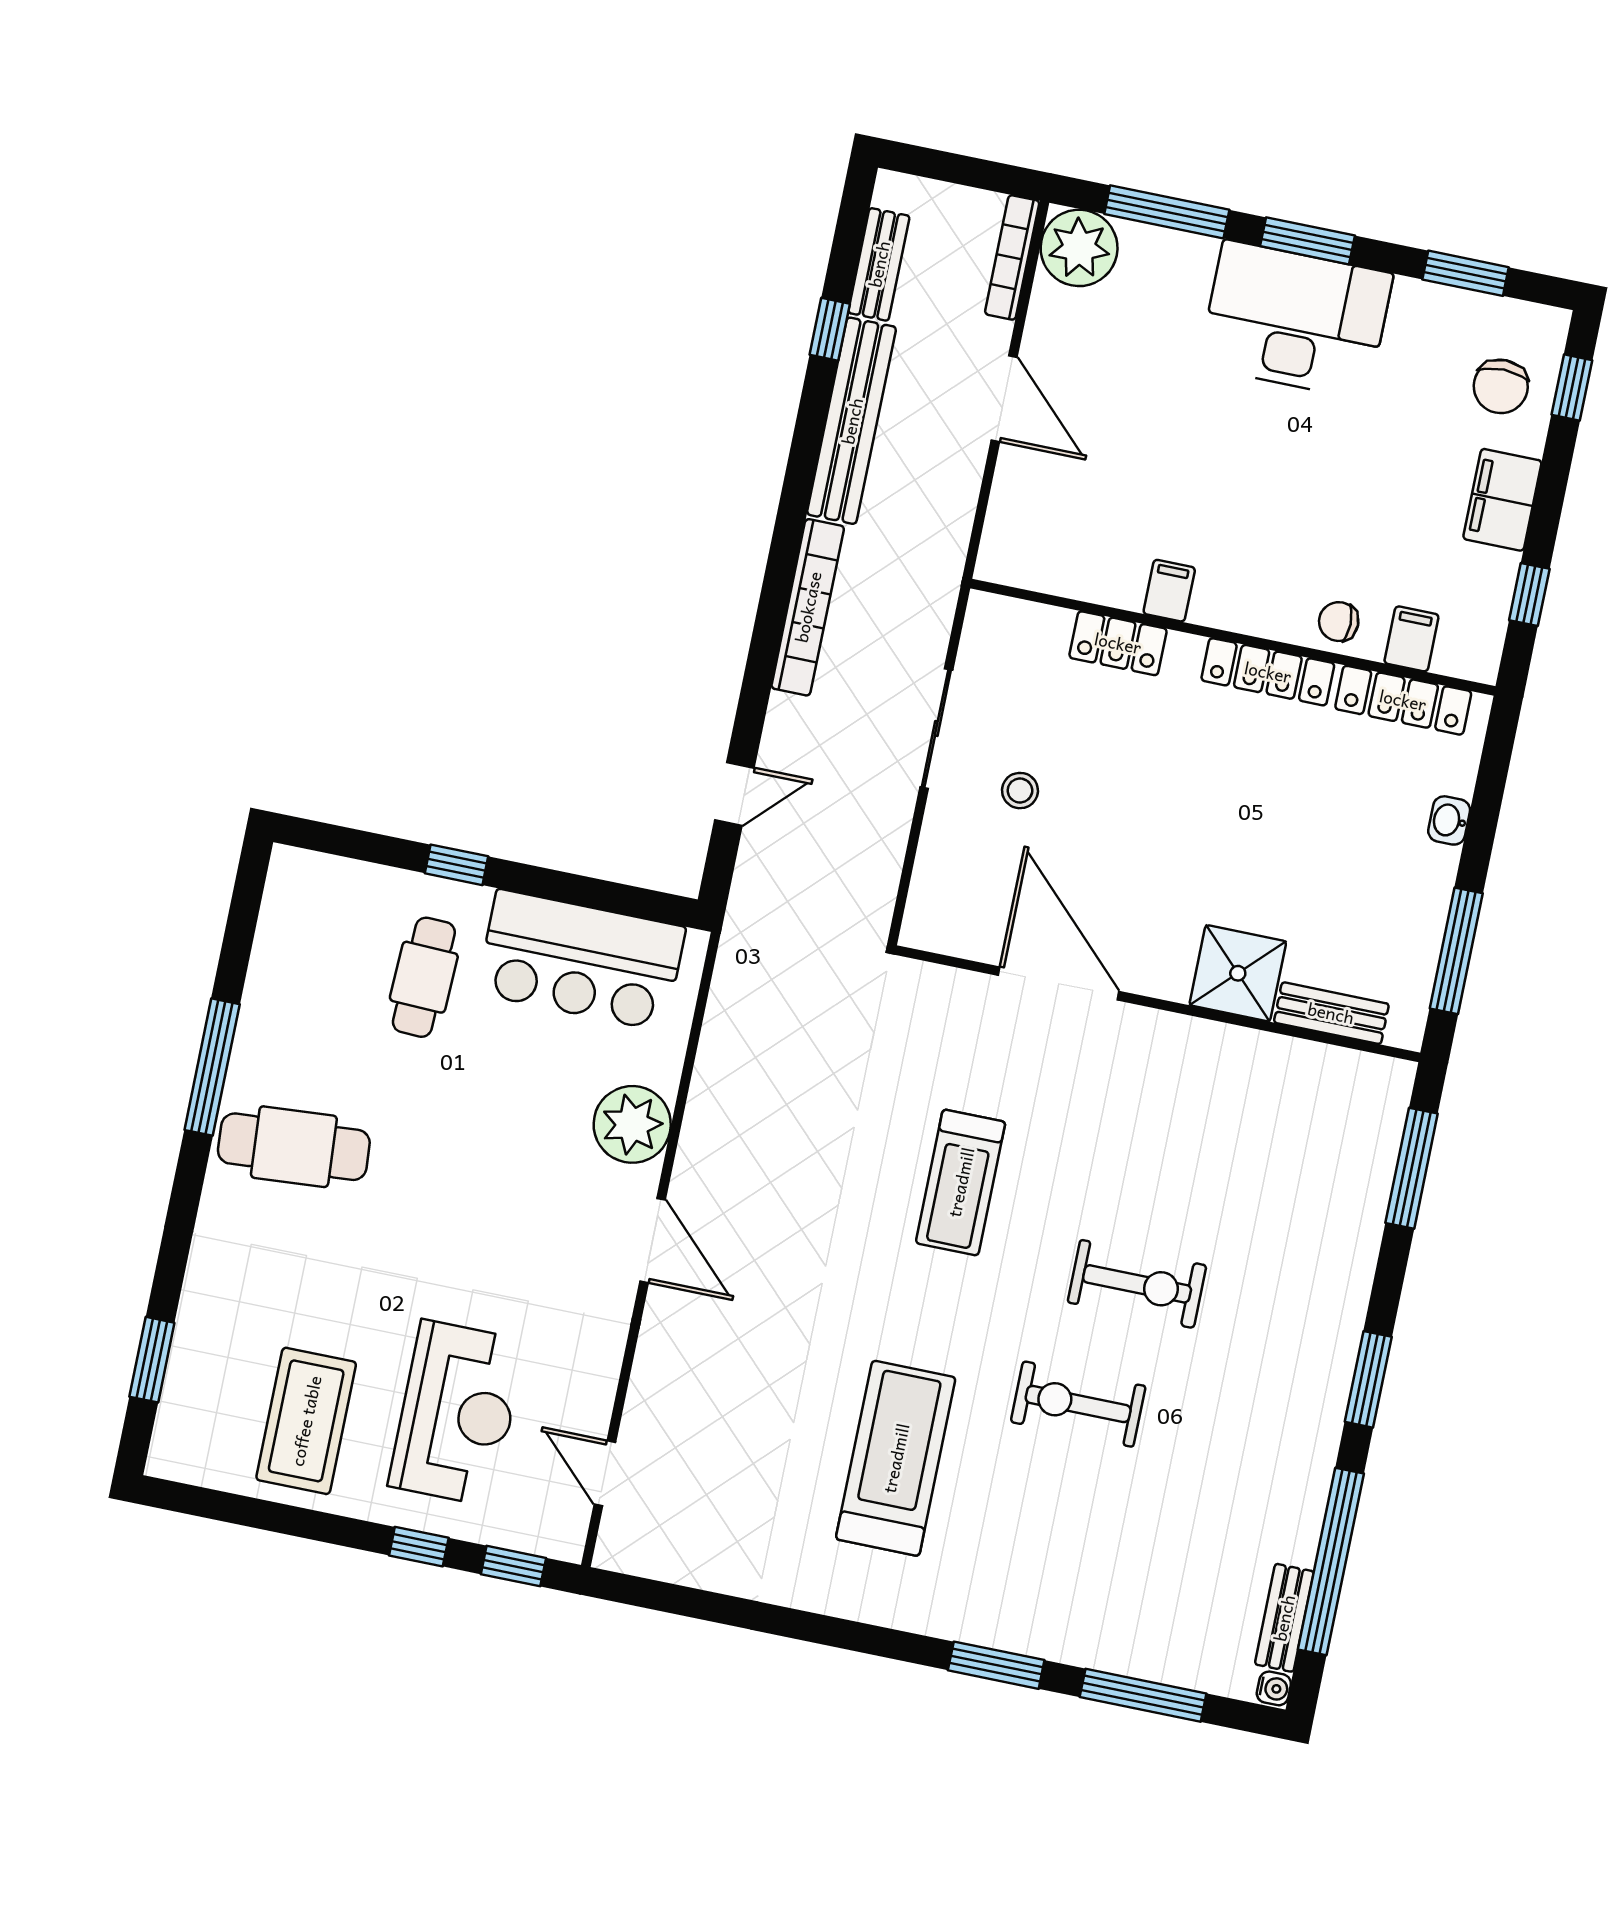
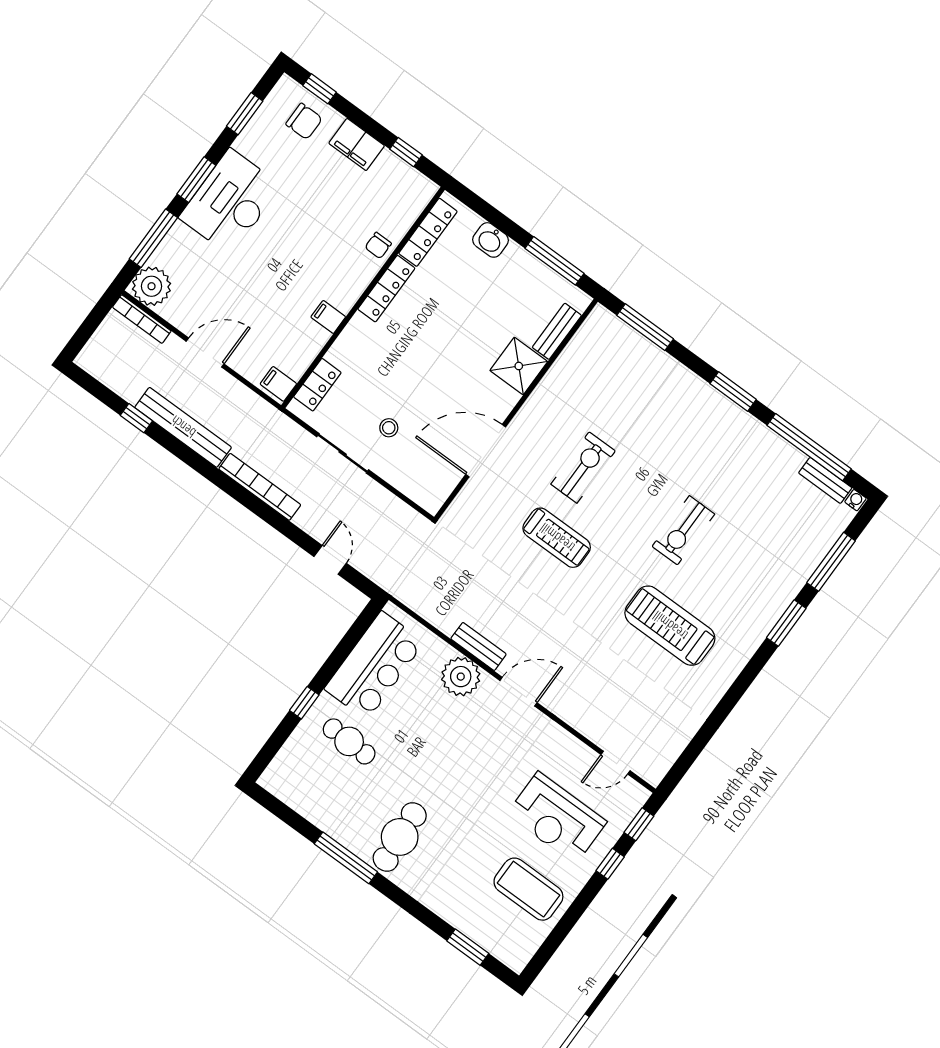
bench: (879, 264) -> (479, 646), moved
filing cabinet: (1411, 639) -> (278, 384), moved
locker: (1118, 643) -> (317, 385), moved
washbasin: (1449, 820) -> (490, 240), width x1.38, depth x1.45
exercise bike: (1137, 1284) -> (583, 468), moved
reception desk: (457, 1413) -> (557, 818), turned 180

